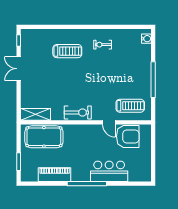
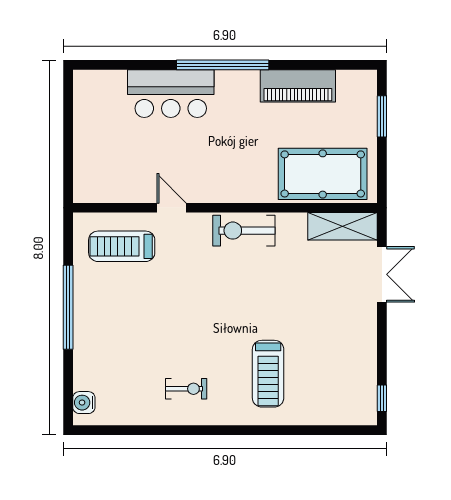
treadmill: (67, 51) -> (268, 374), turned -90
double door: (19, 69) -> (382, 274), moved
armchair: (128, 136) -> (127, 175), removed

